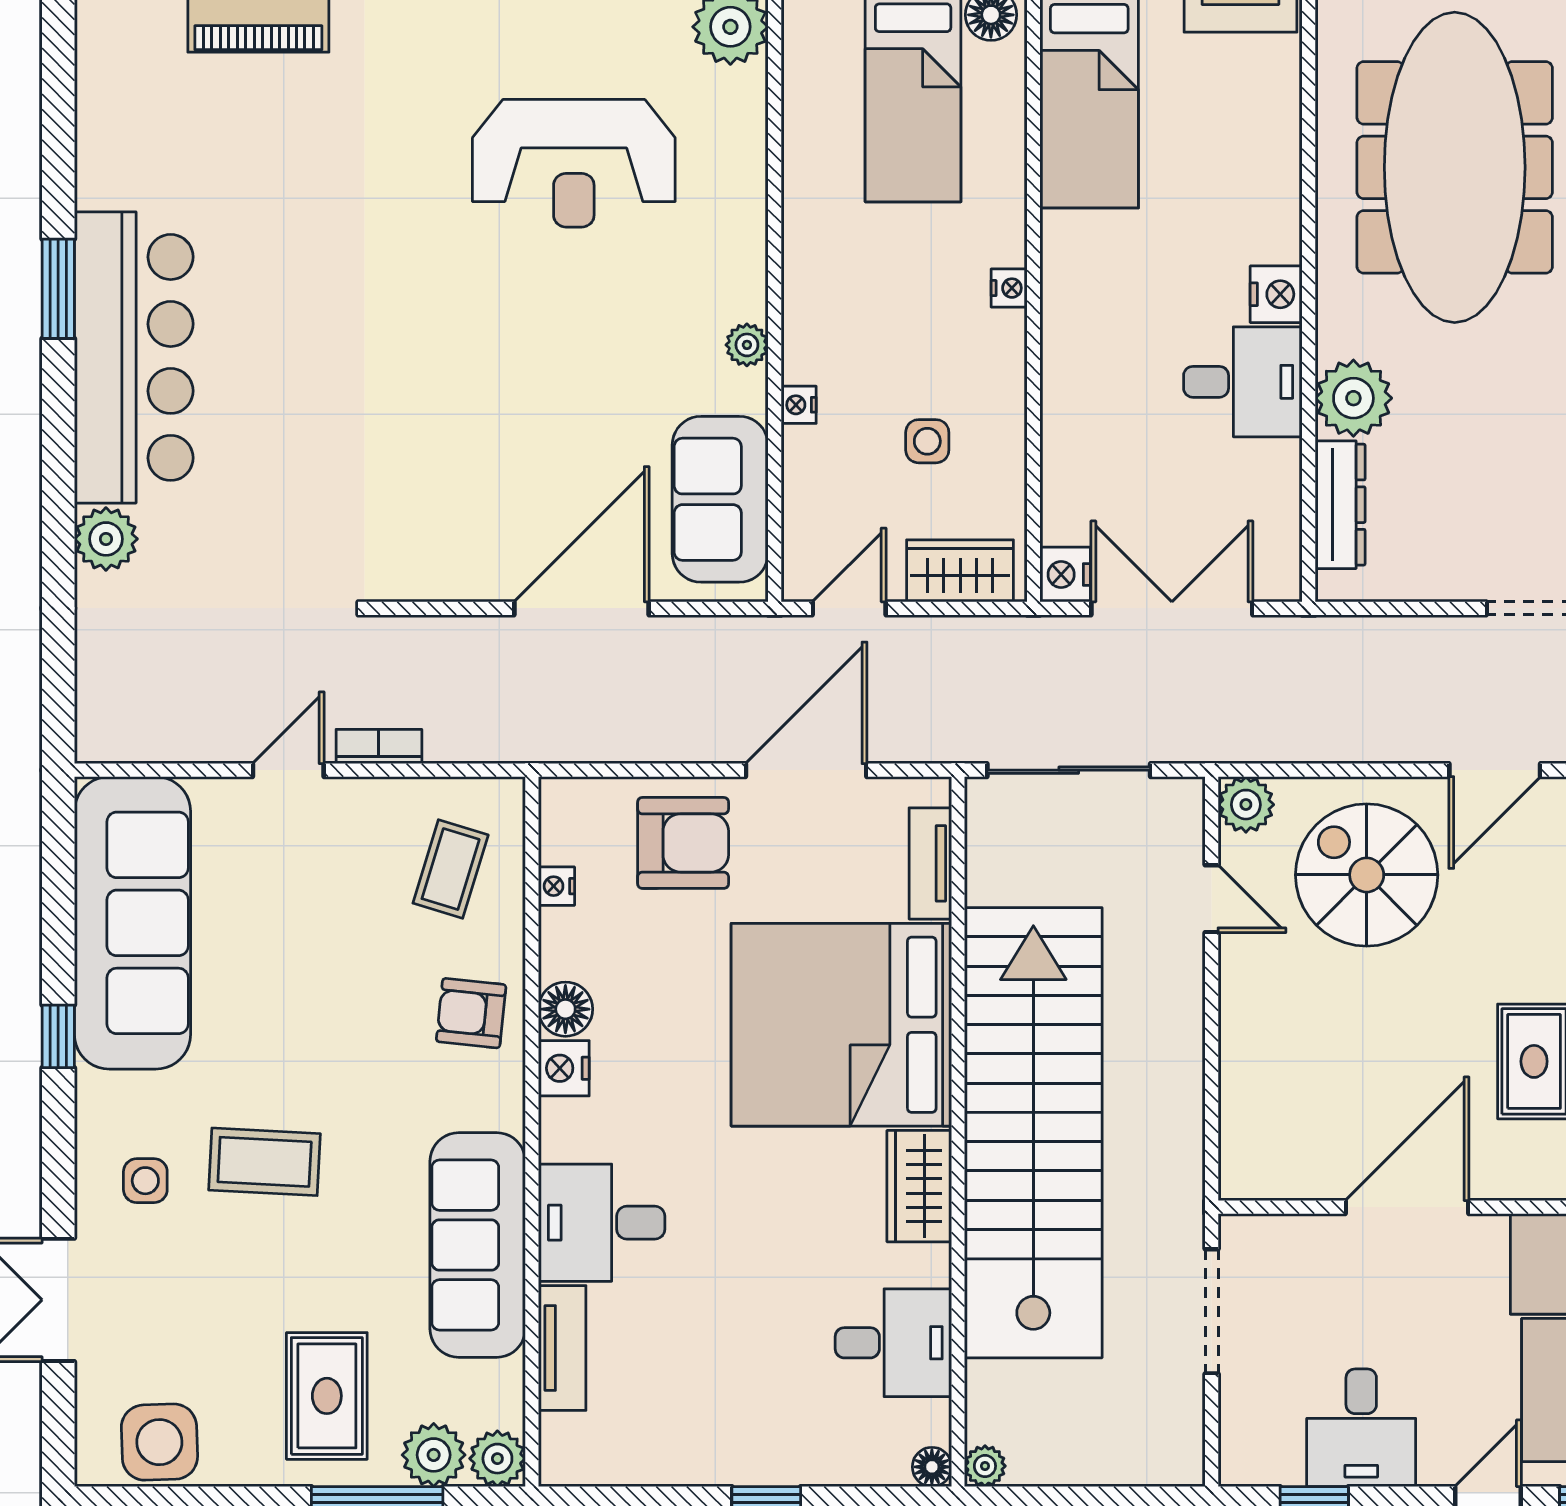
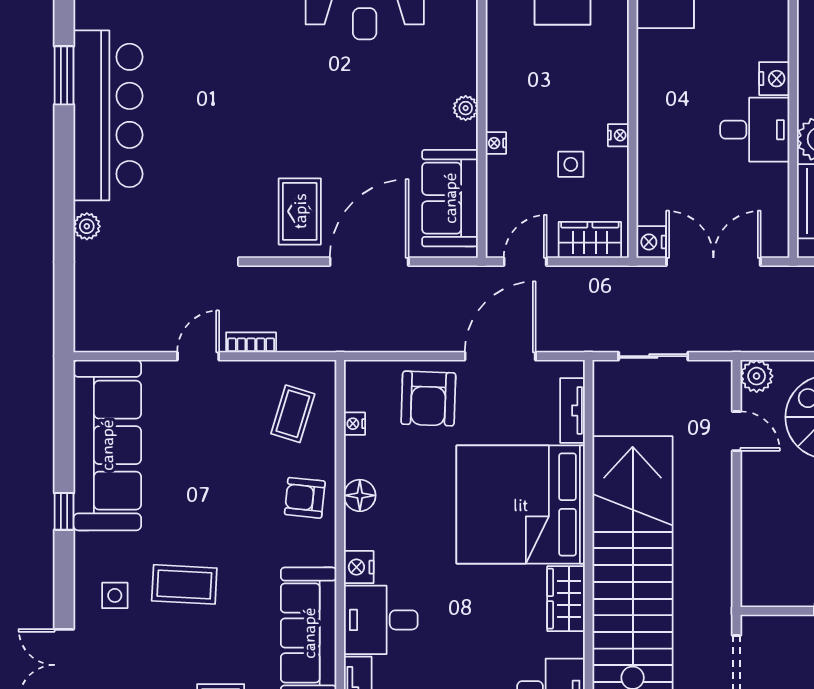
nightstand: (1009, 288) -> (618, 135), moved
rug: (462, 522) -> (300, 211), added
plant: (106, 539) -> (87, 226), width x0.73, depth x0.73
sliding door: (1069, 770) -> (653, 356), width x0.73
armchair: (683, 843) -> (428, 399), turned 92
nightstand: (564, 1068) -> (359, 567), moved

